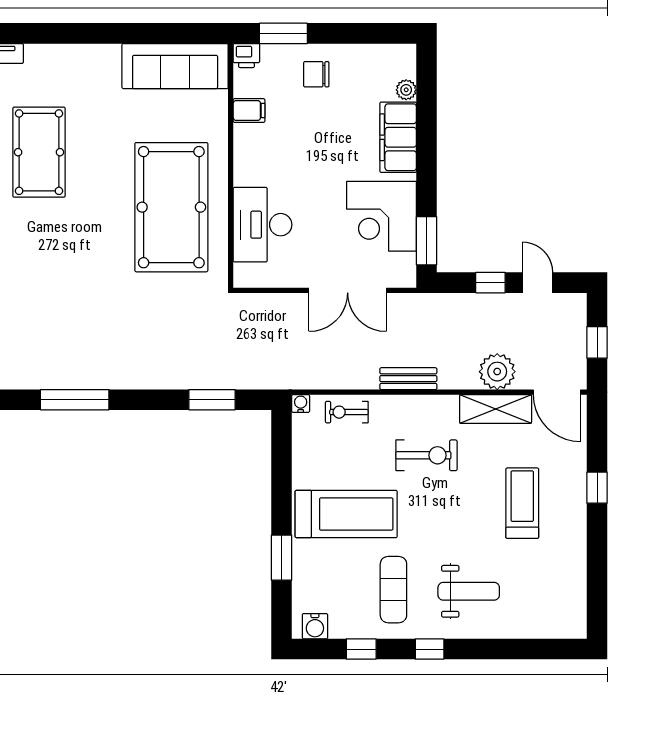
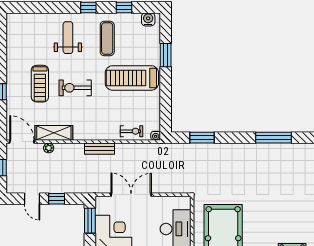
plant: (497, 372) -> (49, 148), width x0.53, depth x0.53
exercise bike: (426, 455) -> (75, 88), moved
weight bench: (469, 591) -> (68, 38), turned 90

